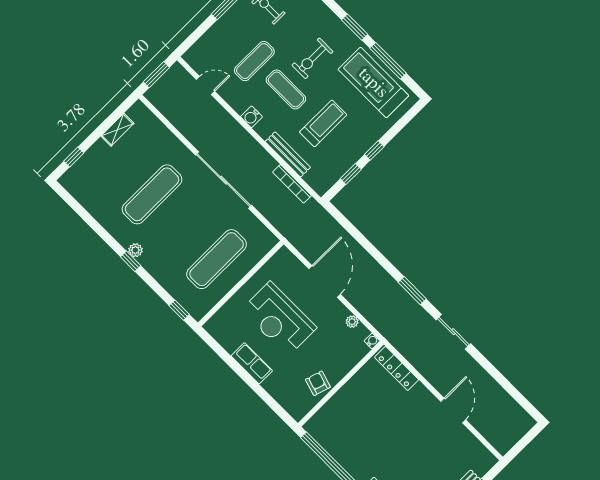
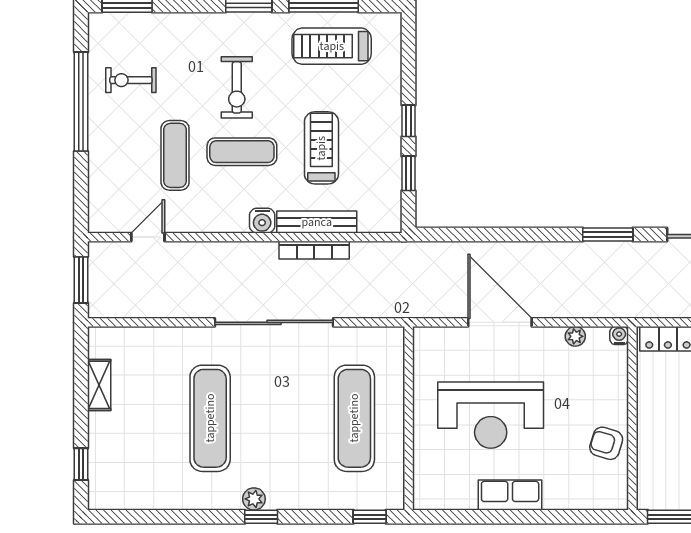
treadmill: (373, 83) -> (332, 46), width x0.73, depth x0.73
water cooler: (251, 117) -> (262, 221), moved
bookcase: (292, 184) -> (314, 250), moved

